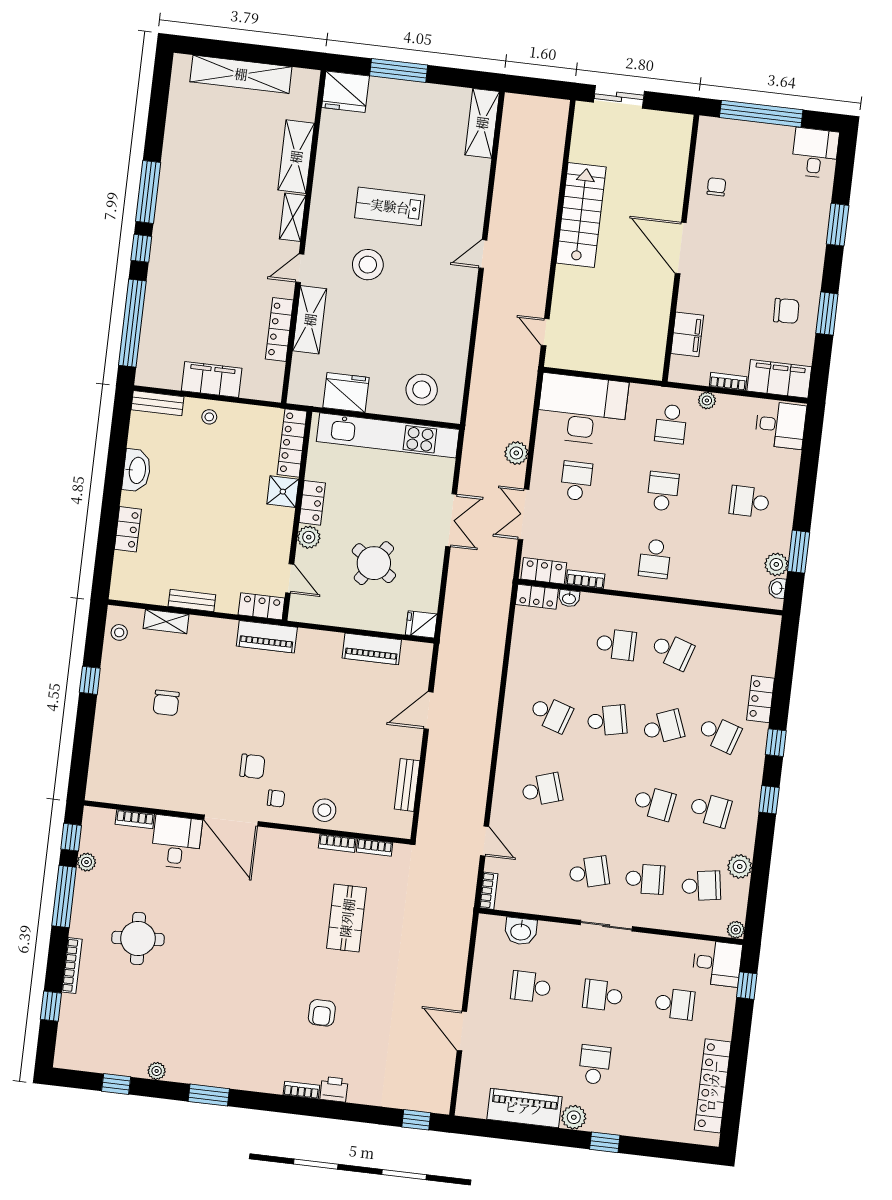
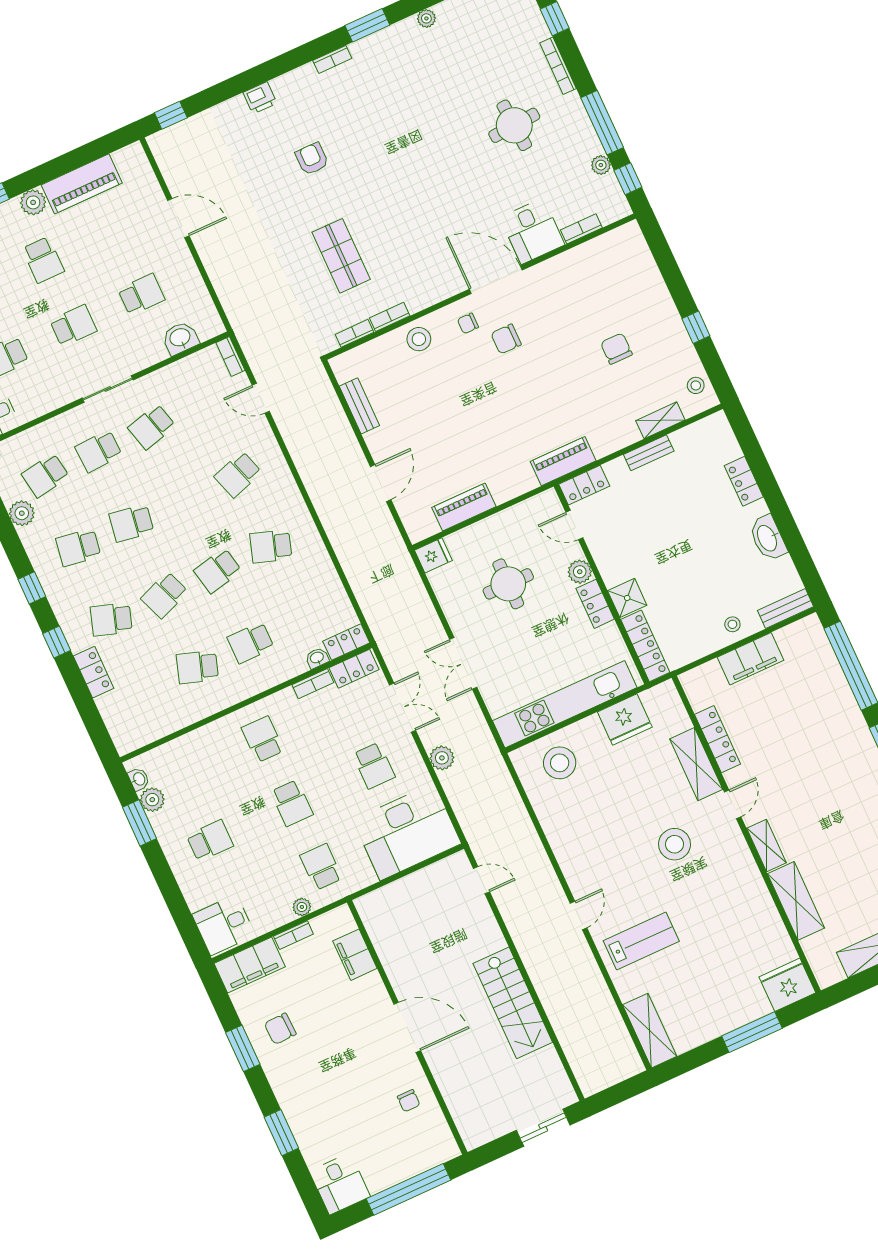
lab bench: (390, 206) -> (641, 941), moved
round table: (374, 563) -> (508, 584), turned -34
bookcase: (301, 1090) -> (332, 59), moved

